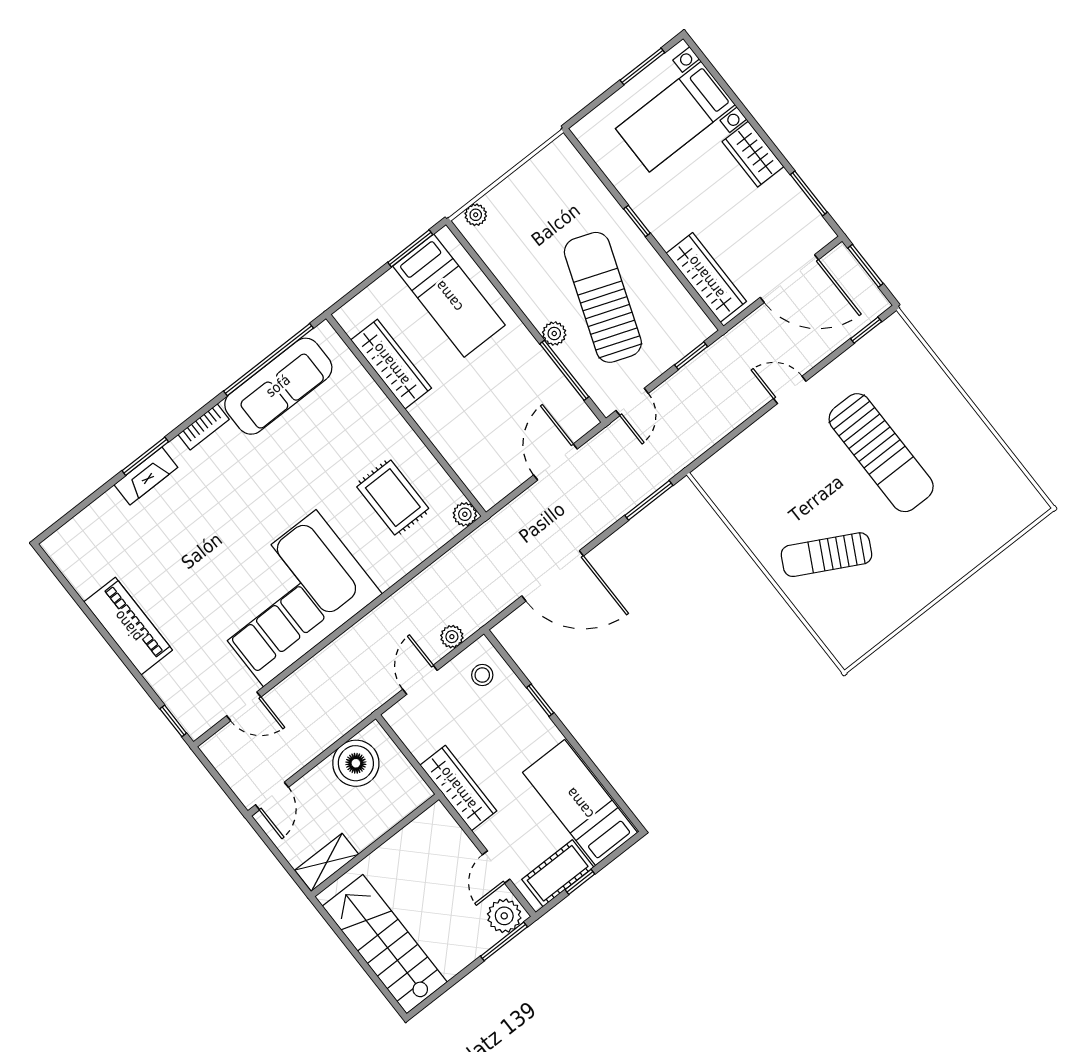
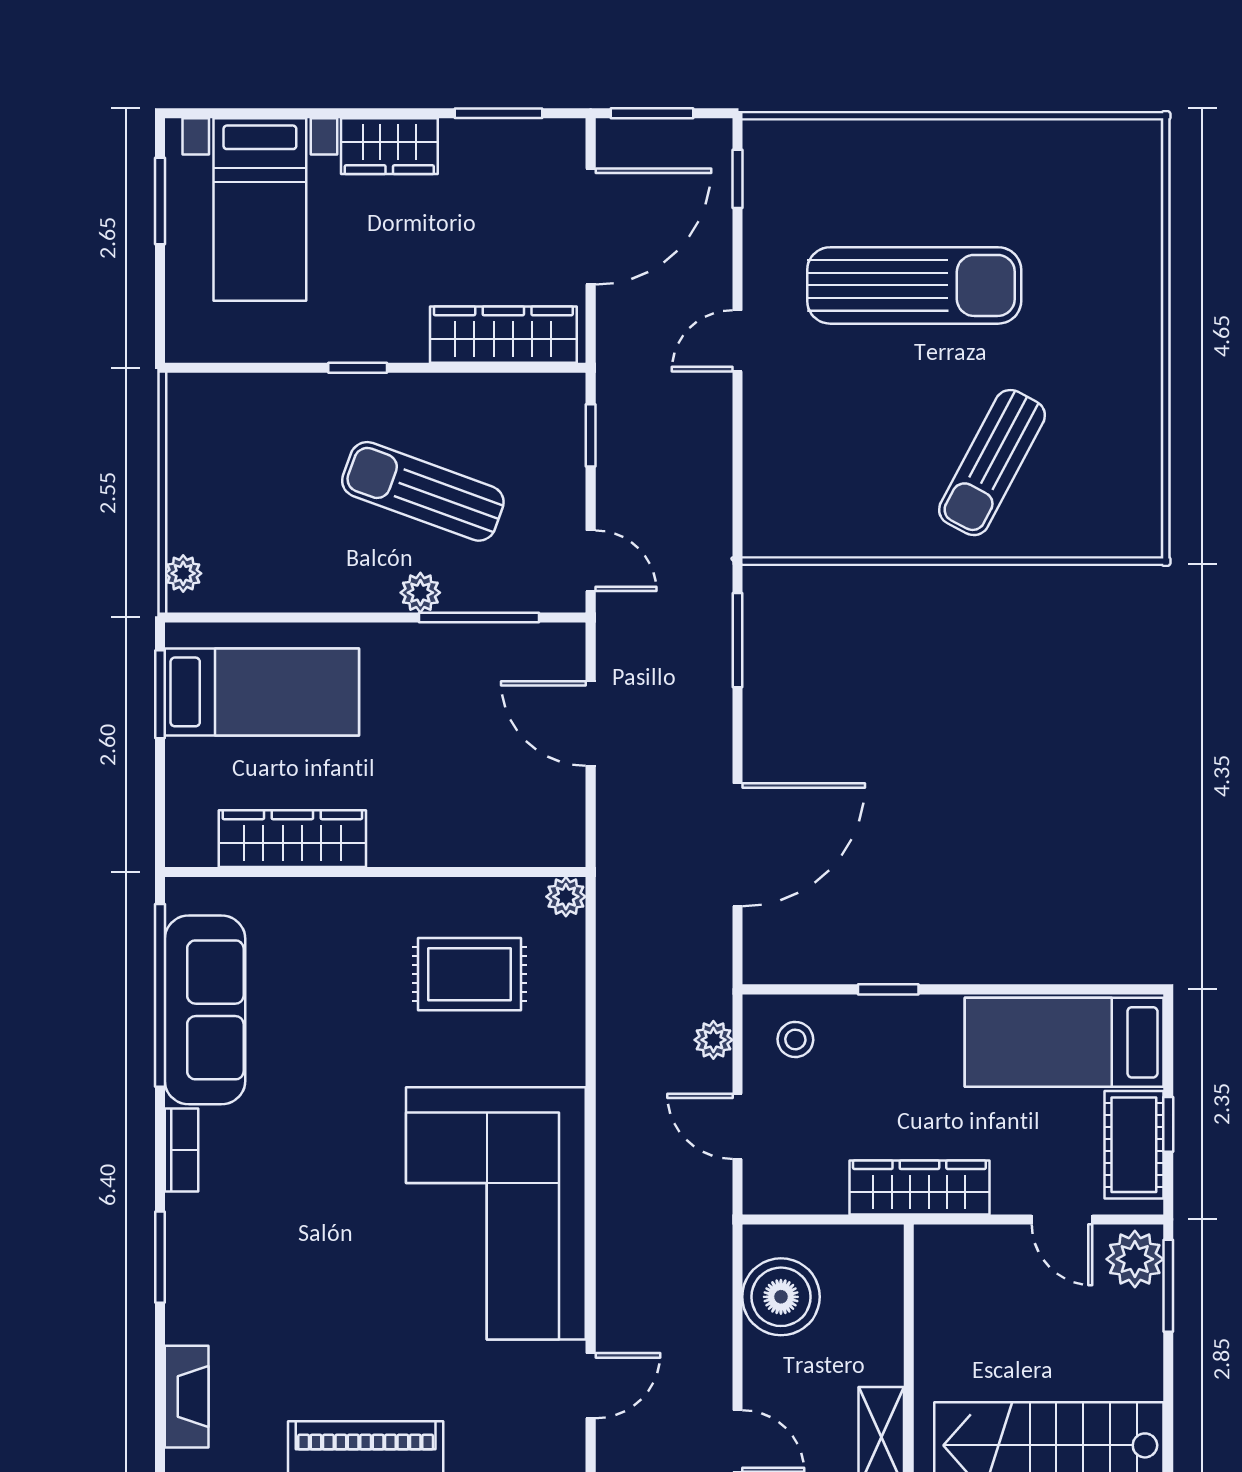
sun lounger: (603, 297) -> (423, 491), width x0.73, depth x0.75
fireplace: (146, 476) -> (187, 1397), moved

